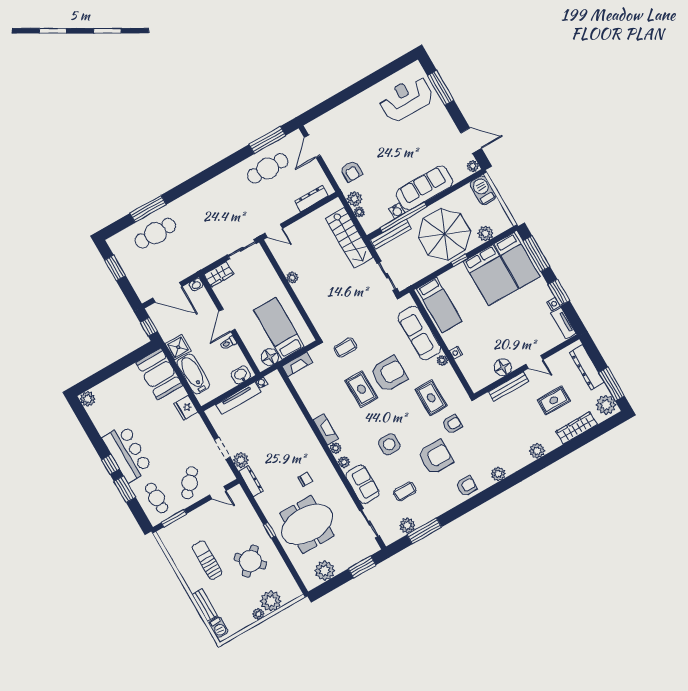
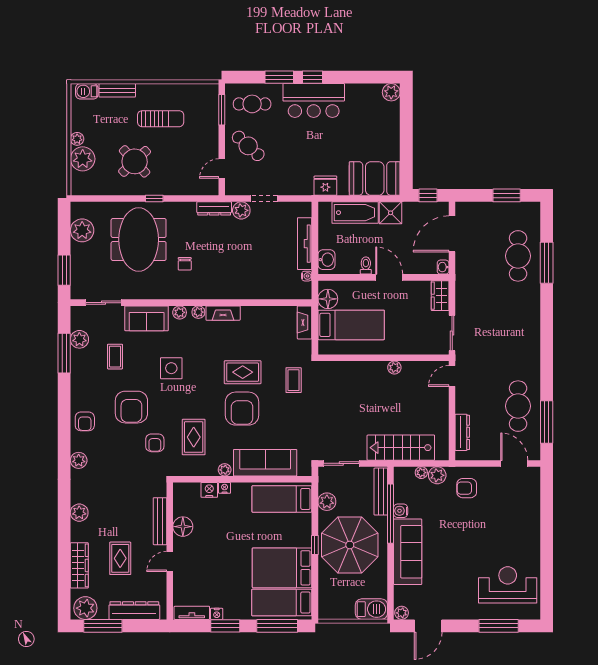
reception desk: (406, 99) -> (508, 585), turned -90
plant: (485, 233) -> (327, 502), moved
nightstand: (464, 363) -> (209, 490), added
rug: (431, 398) -> (194, 437), turned 90

